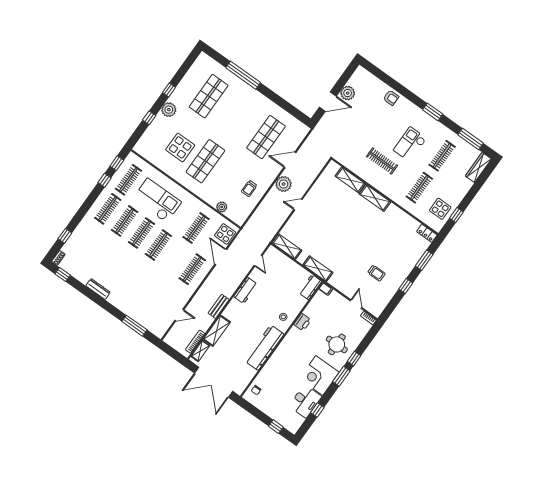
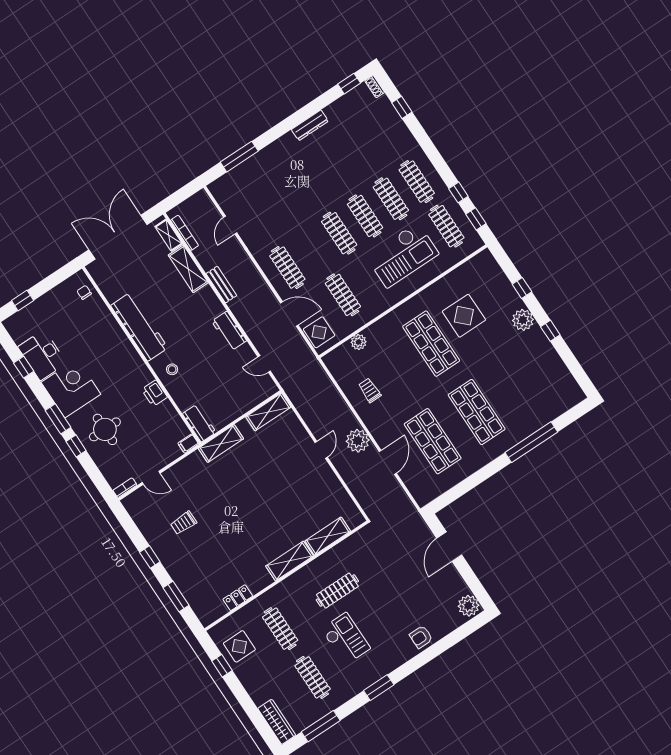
plant: (348, 93) -> (468, 606), moved
shop shelf: (209, 96) -> (477, 412), moved
locker: (427, 233) -> (238, 598), moved

